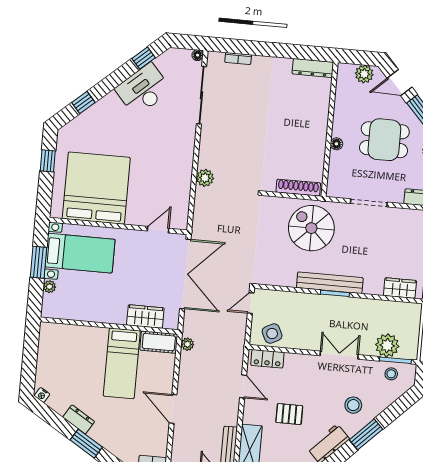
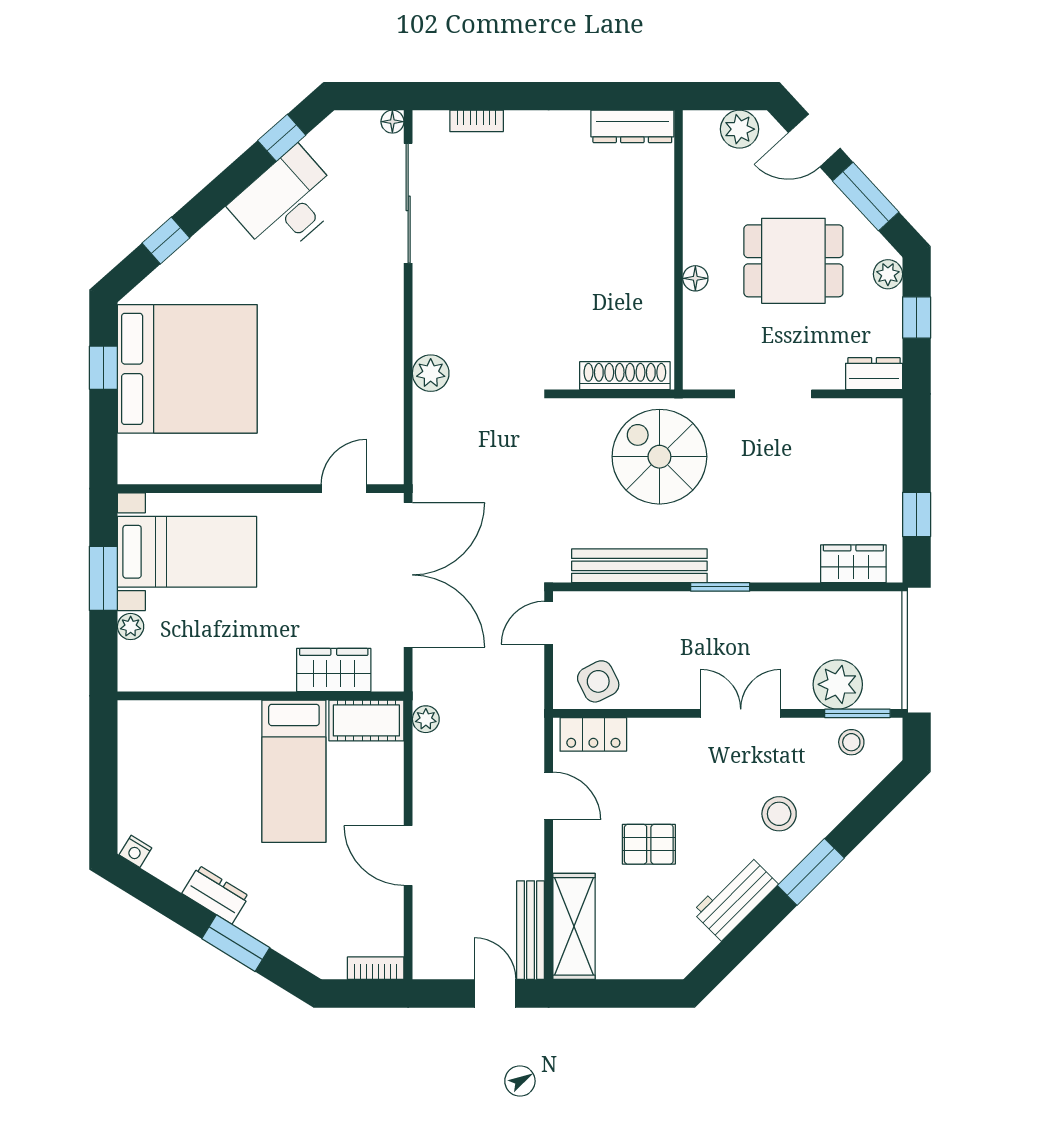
bed: (96, 188) -> (187, 369), moved, turned 90
bench: (330, 283) -> (639, 566), moved

